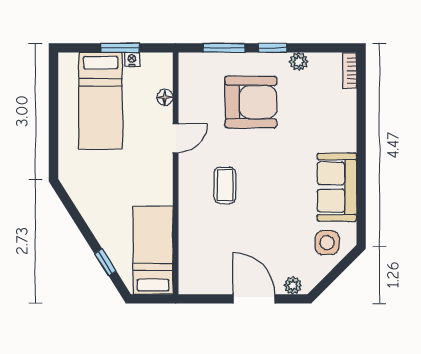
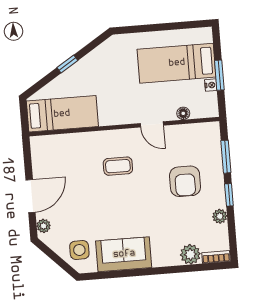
armchair: (251, 102) -> (185, 181), width x0.73, depth x0.73
plant: (344, 103) -> (190, 254), added
window: (105, 262) -> (67, 64), moved

